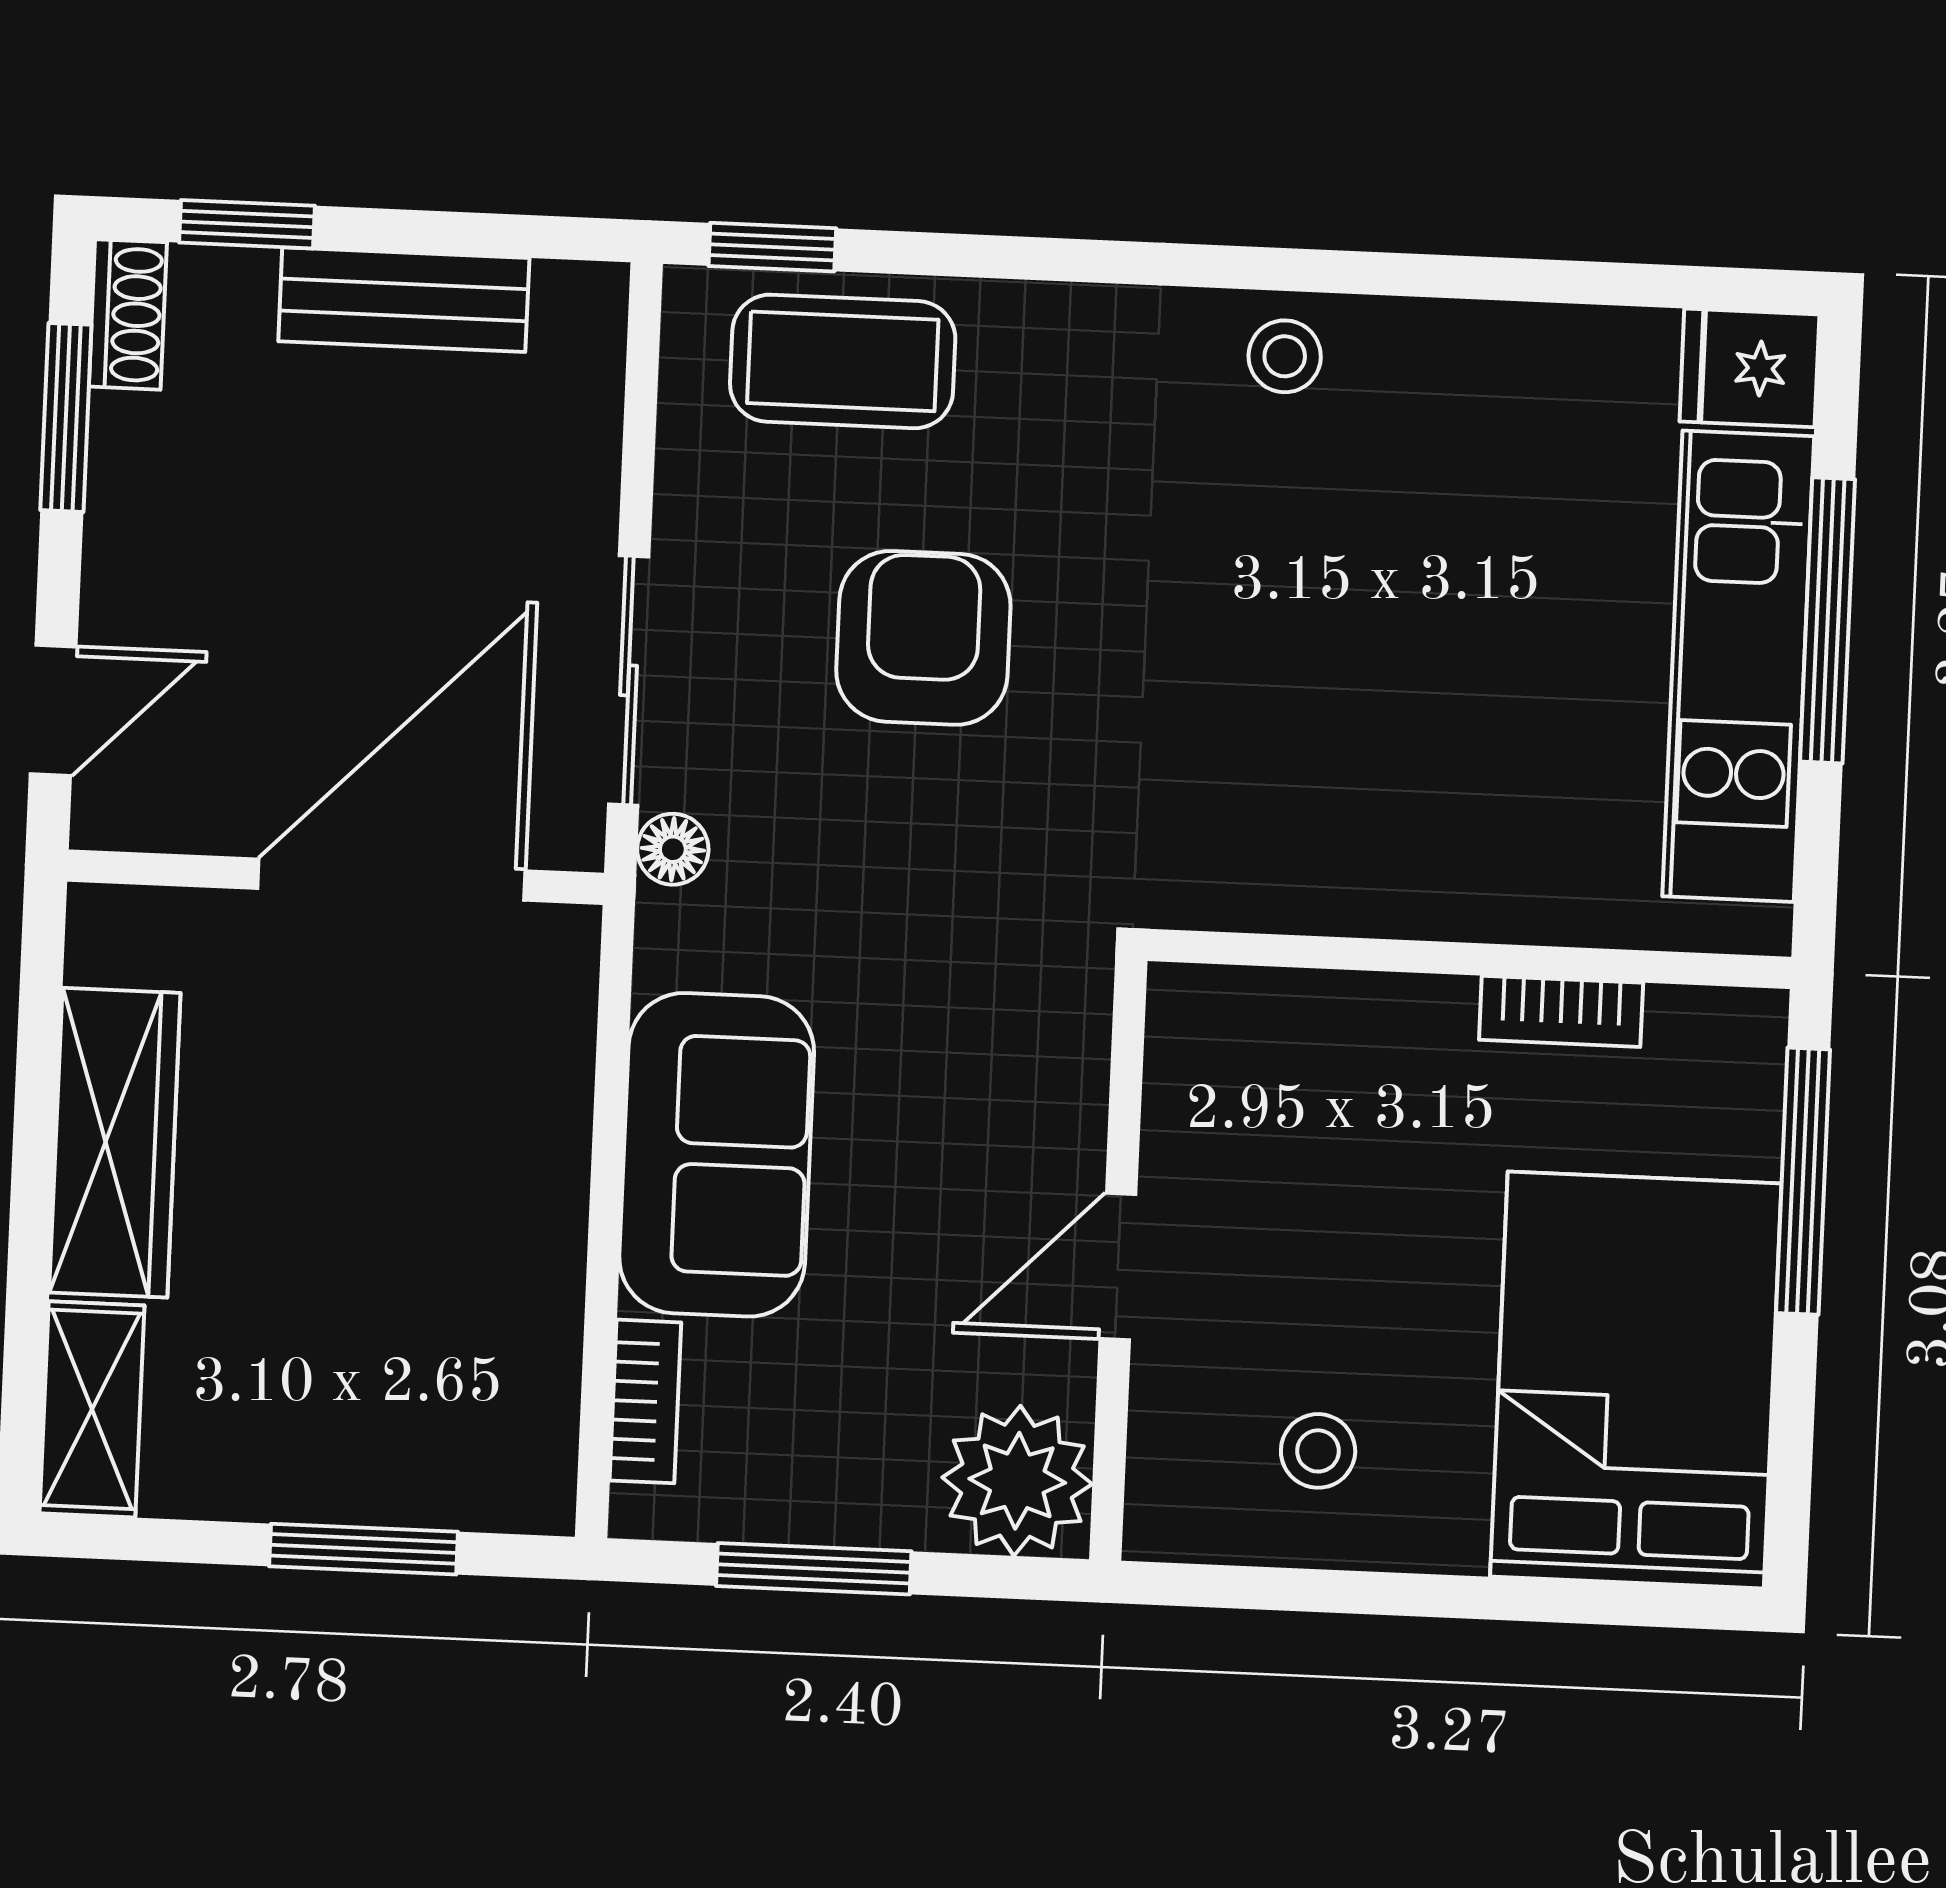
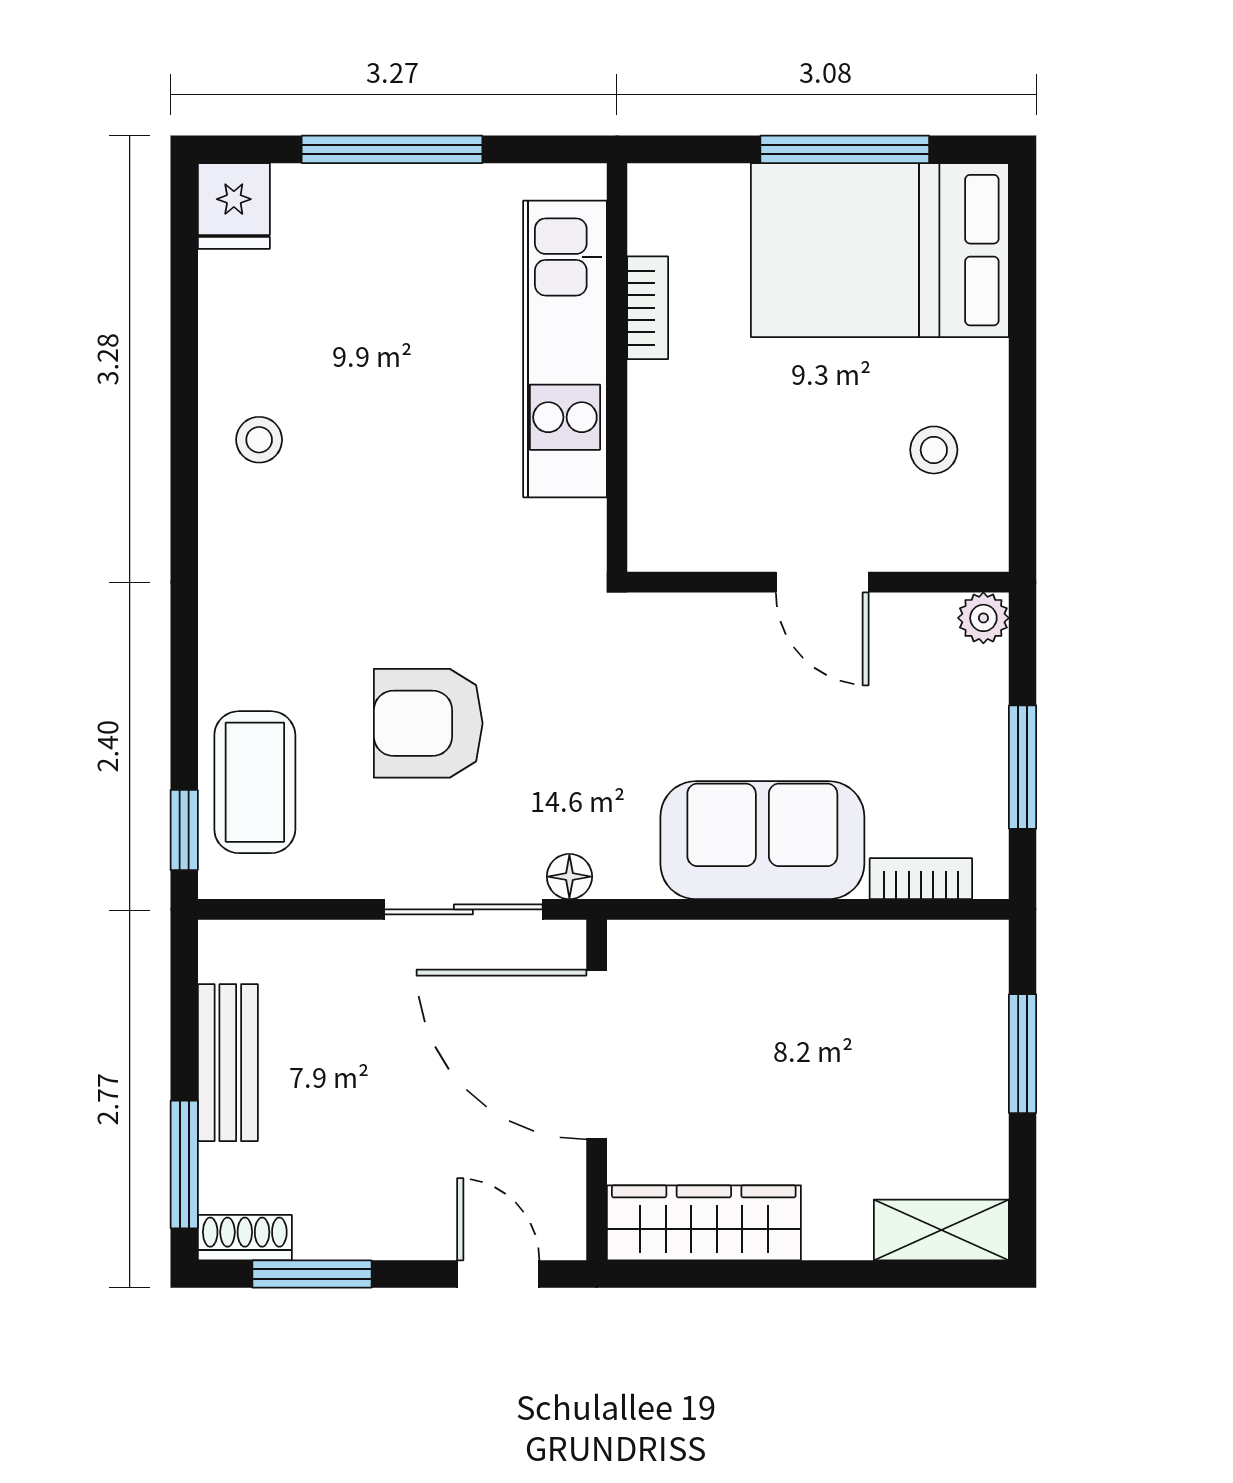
window: (247, 224) -> (184, 1164), width x1.50
stool: (1285, 356) -> (259, 440), moved
kitchen unit: (1738, 666) -> (565, 349), moved, turned 90
wardrobe: (115, 1143) -> (704, 1223), moved
window: (1803, 1181) -> (845, 149), moved
plant: (1017, 1481) -> (983, 618), width x0.53, depth x0.53

